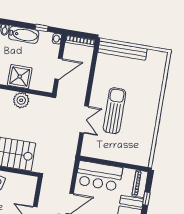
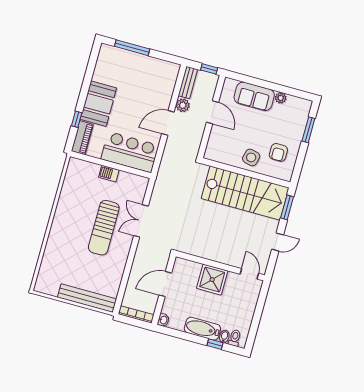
window: (42, 28) -> (215, 344), moved
plant: (21, 100) -> (213, 251), removed
barbecue: (115, 156) -> (109, 174), added

